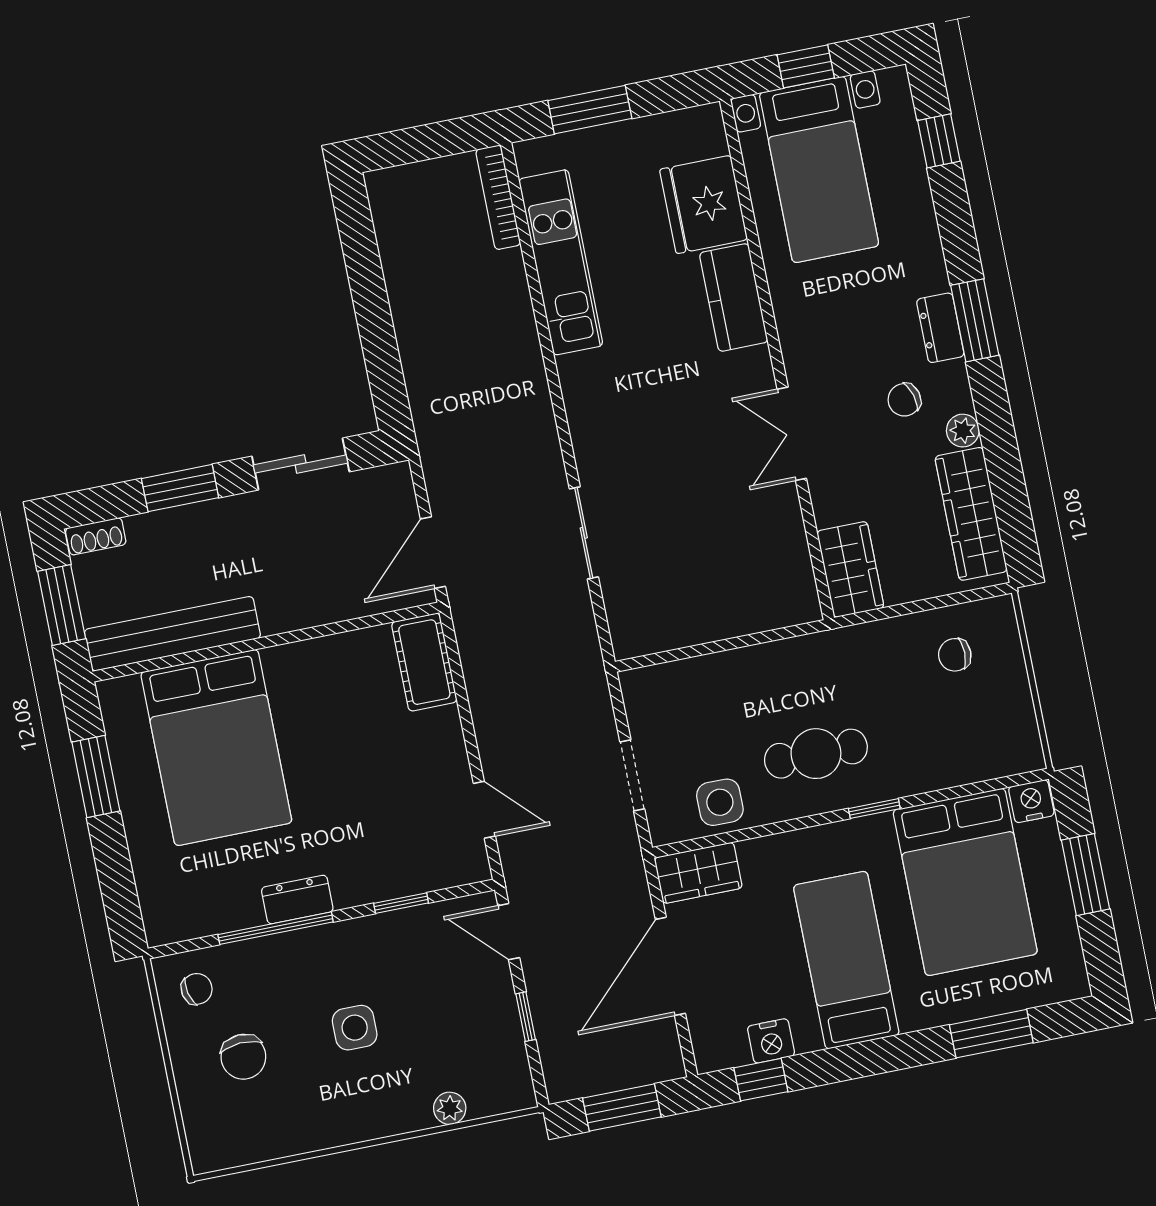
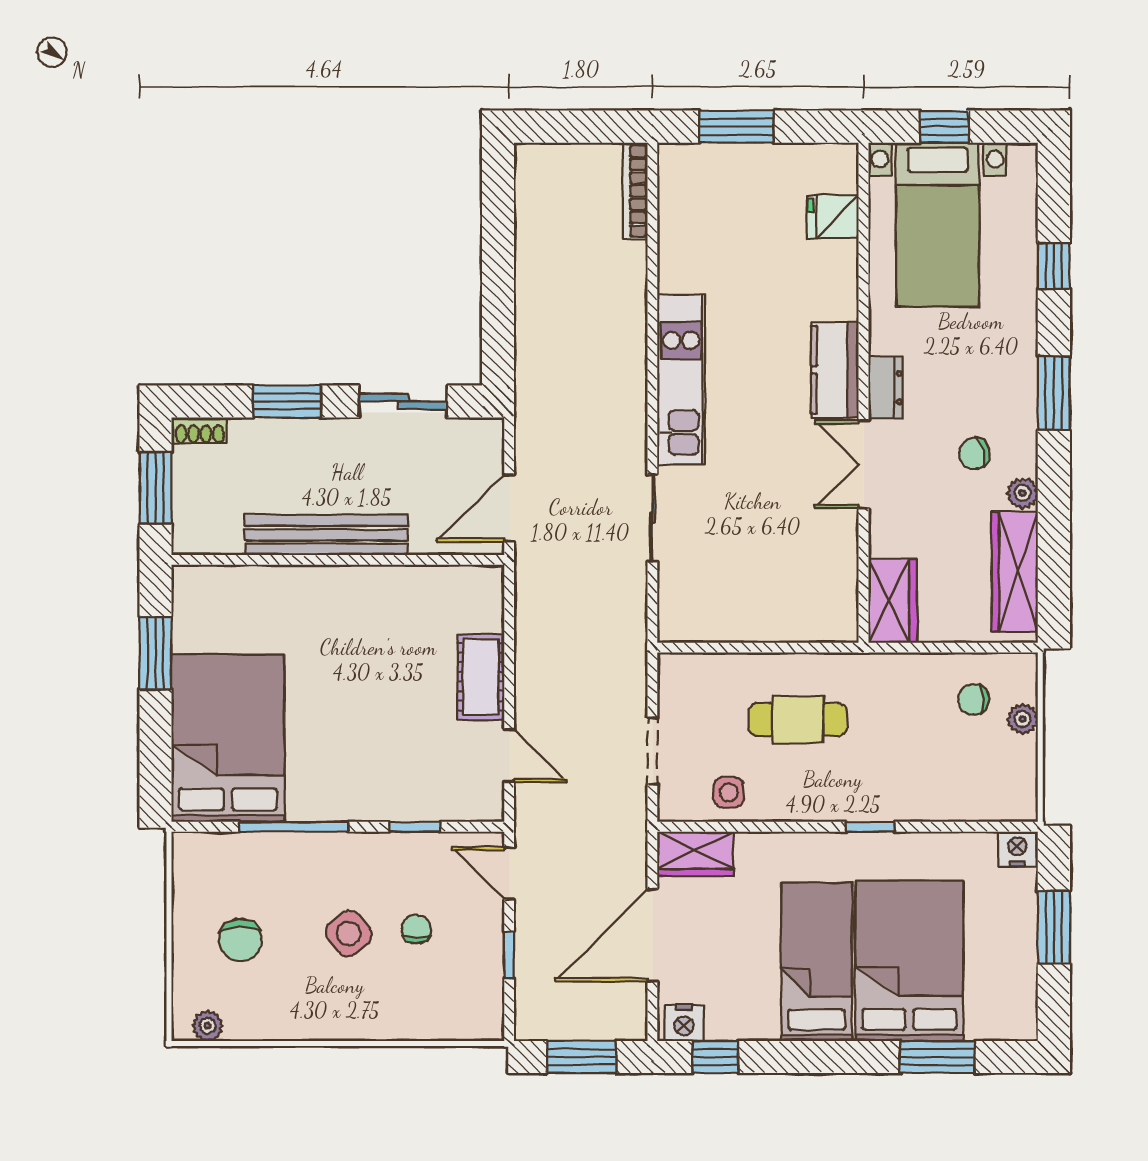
window: (939, 141) -> (1054, 266), moved
fridge: (704, 205) -> (833, 217), width x0.53, depth x0.75
kitchen unit: (561, 262) -> (681, 380), moved
kitchen counter: (734, 297) -> (835, 370), moved
dresser: (940, 328) -> (886, 388), moved, turned 180
bench: (172, 634) -> (326, 535), moved
cot: (424, 662) -> (481, 677), moved
plant: (1010, 665) -> (1023, 719), added
bed: (216, 748) -> (228, 738), moved, turned 180
cafe table: (816, 754) -> (798, 720), moved
side table: (720, 802) -> (729, 792), width x0.73, depth x0.73
bed: (965, 882) -> (909, 961), moved, turned 180
dresser: (297, 899) -> (319, 804), removed
chair: (197, 989) -> (416, 929), moved, turned -77
side table: (355, 1028) -> (349, 933), turned -38
nightstand: (771, 1041) -> (684, 1023), moved
plant: (450, 1108) -> (208, 1026), moved

